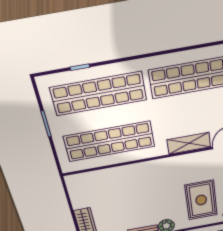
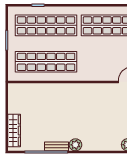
shelving: (189, 143) -> (102, 75), removed
rug: (201, 200) -> (105, 126), removed

